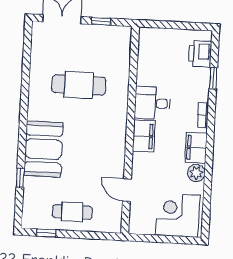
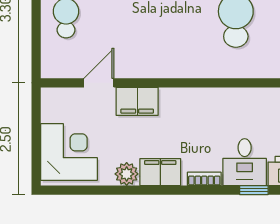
desk: (152, 103) -> (245, 162), moved, turned 180
filing cabinet: (144, 136) -> (137, 101), moved

